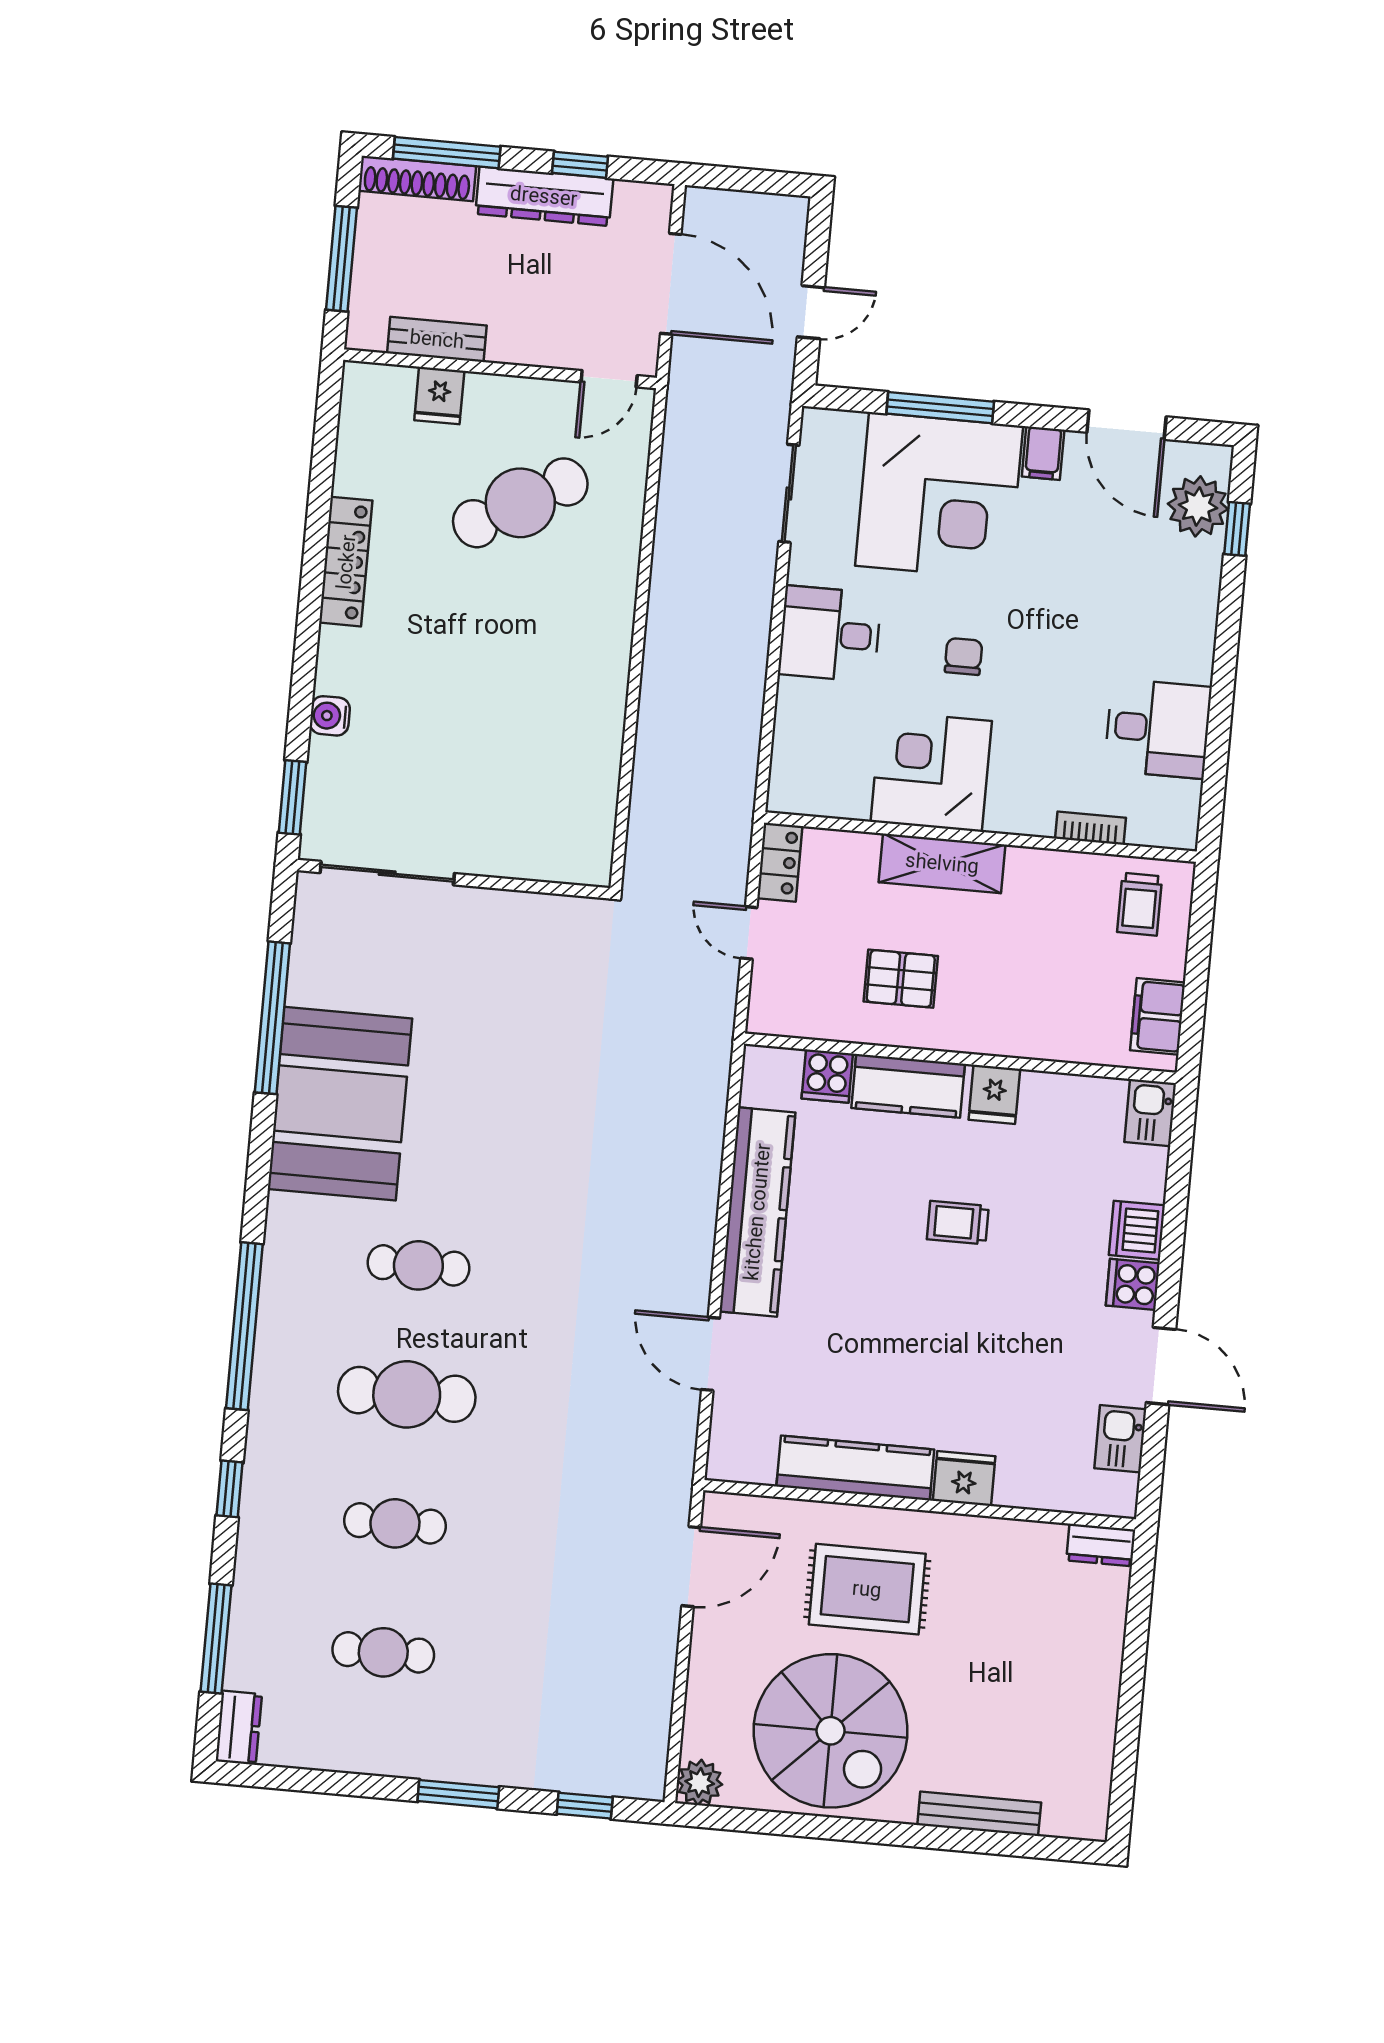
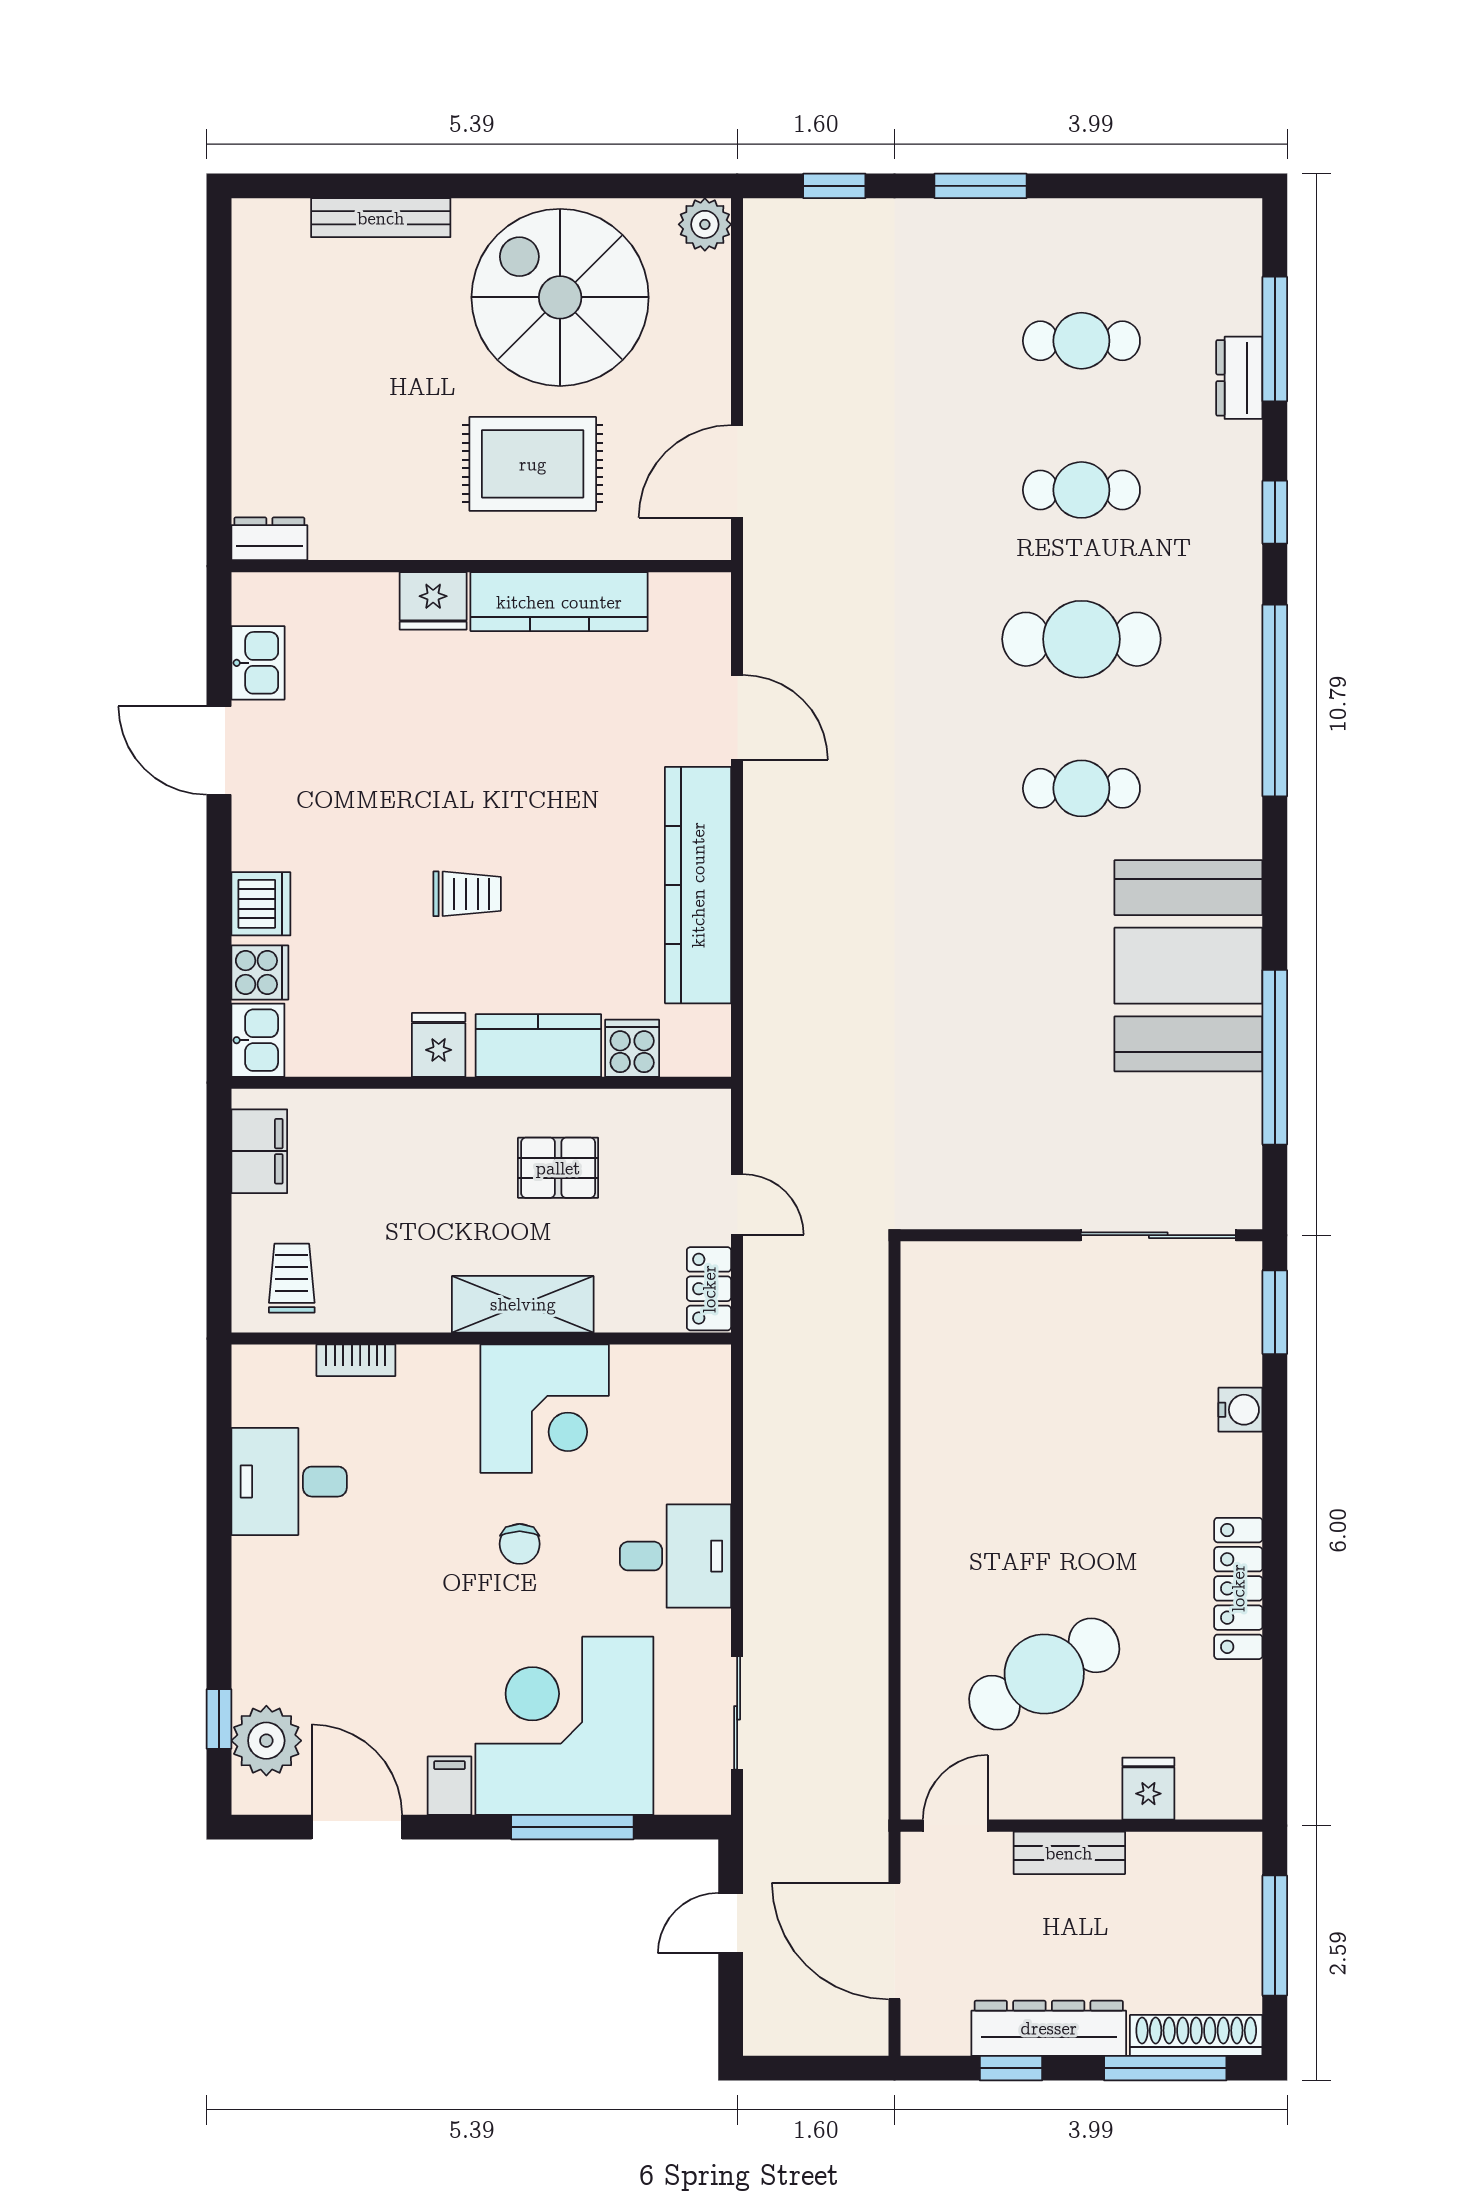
bench: (437, 339) -> (1069, 1853), moved
cooker: (1133, 1284) -> (260, 972), moved
dresser: (239, 1728) -> (1239, 378), moved

